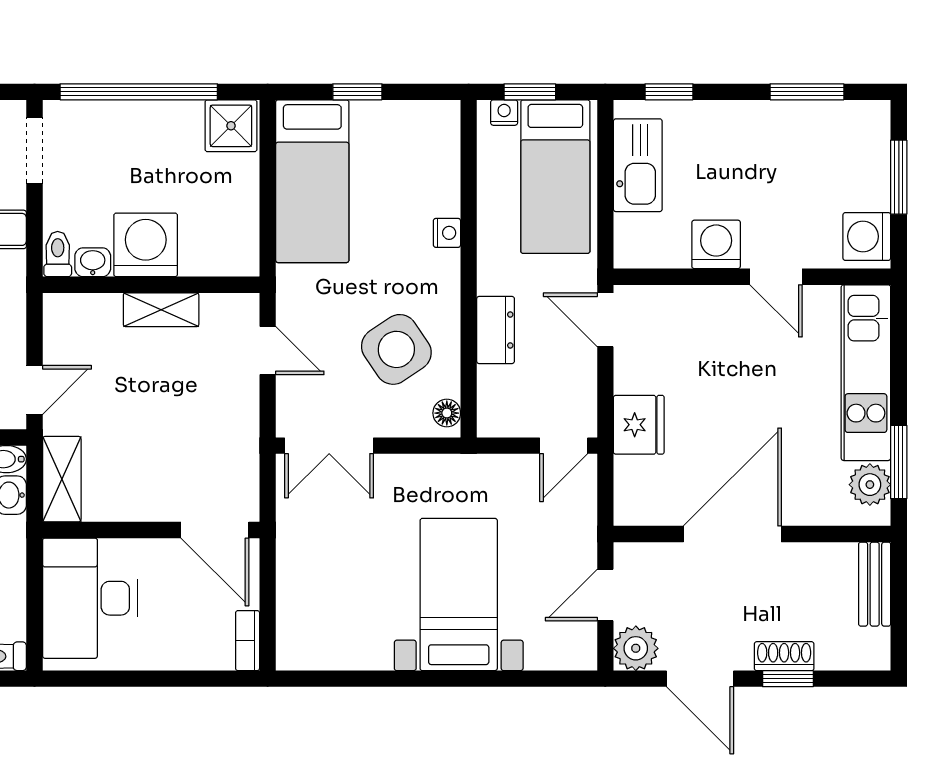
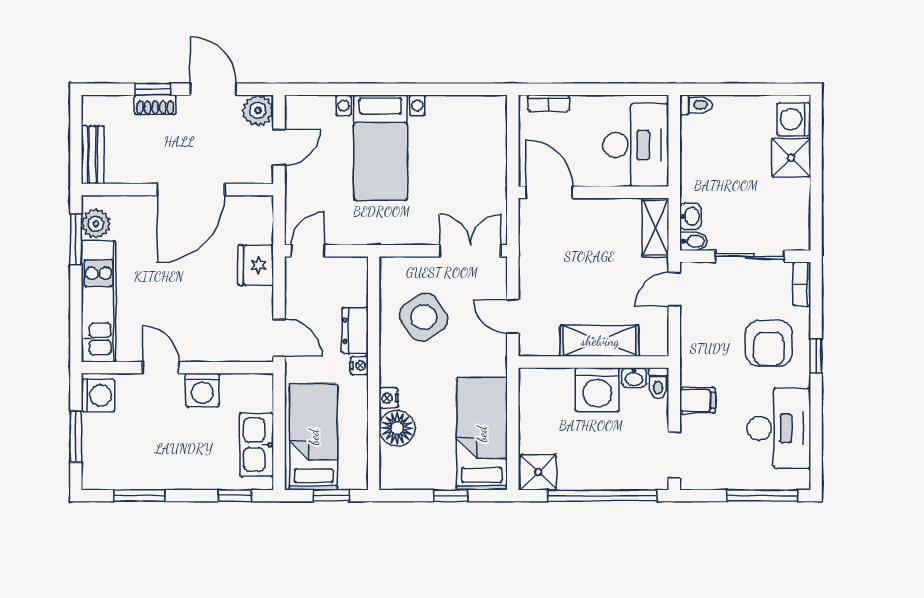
nightstand: (504, 113) -> (359, 366), moved, turned -90
shelving: (161, 310) -> (600, 341), width x1.50, depth x1.33
floor lamp: (447, 413) -> (397, 428), moved, width x1.89, depth x1.89
bookcase: (248, 641) -> (548, 103), moved, turned 90

